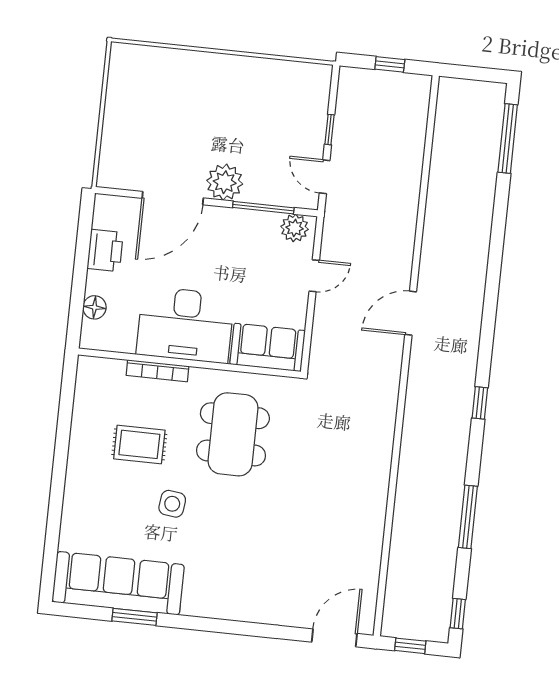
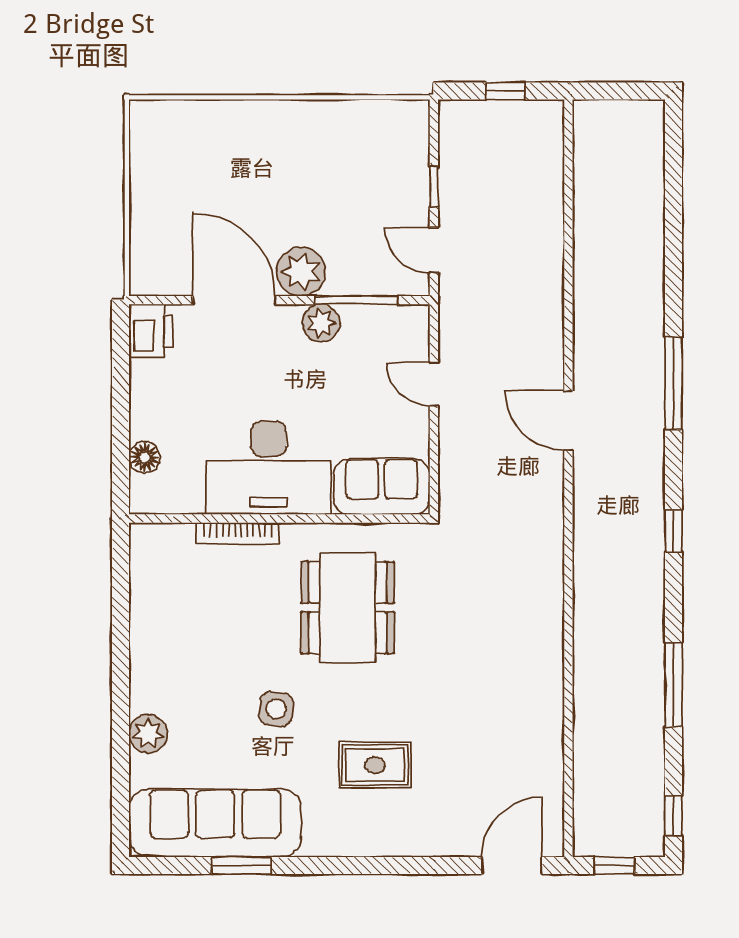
window: (508, 139) -> (673, 383), moved
door: (173, 198) -> (234, 300), swing flipped
plant: (295, 228) -> (321, 323), moved
printer: (105, 250) -> (151, 331), moved
door: (314, 276) -> (434, 384), swing flipped
door: (411, 313) -> (568, 421), hinge flipped
rug: (139, 444) -> (375, 765), moved
plant: (76, 512) -> (148, 734), added

